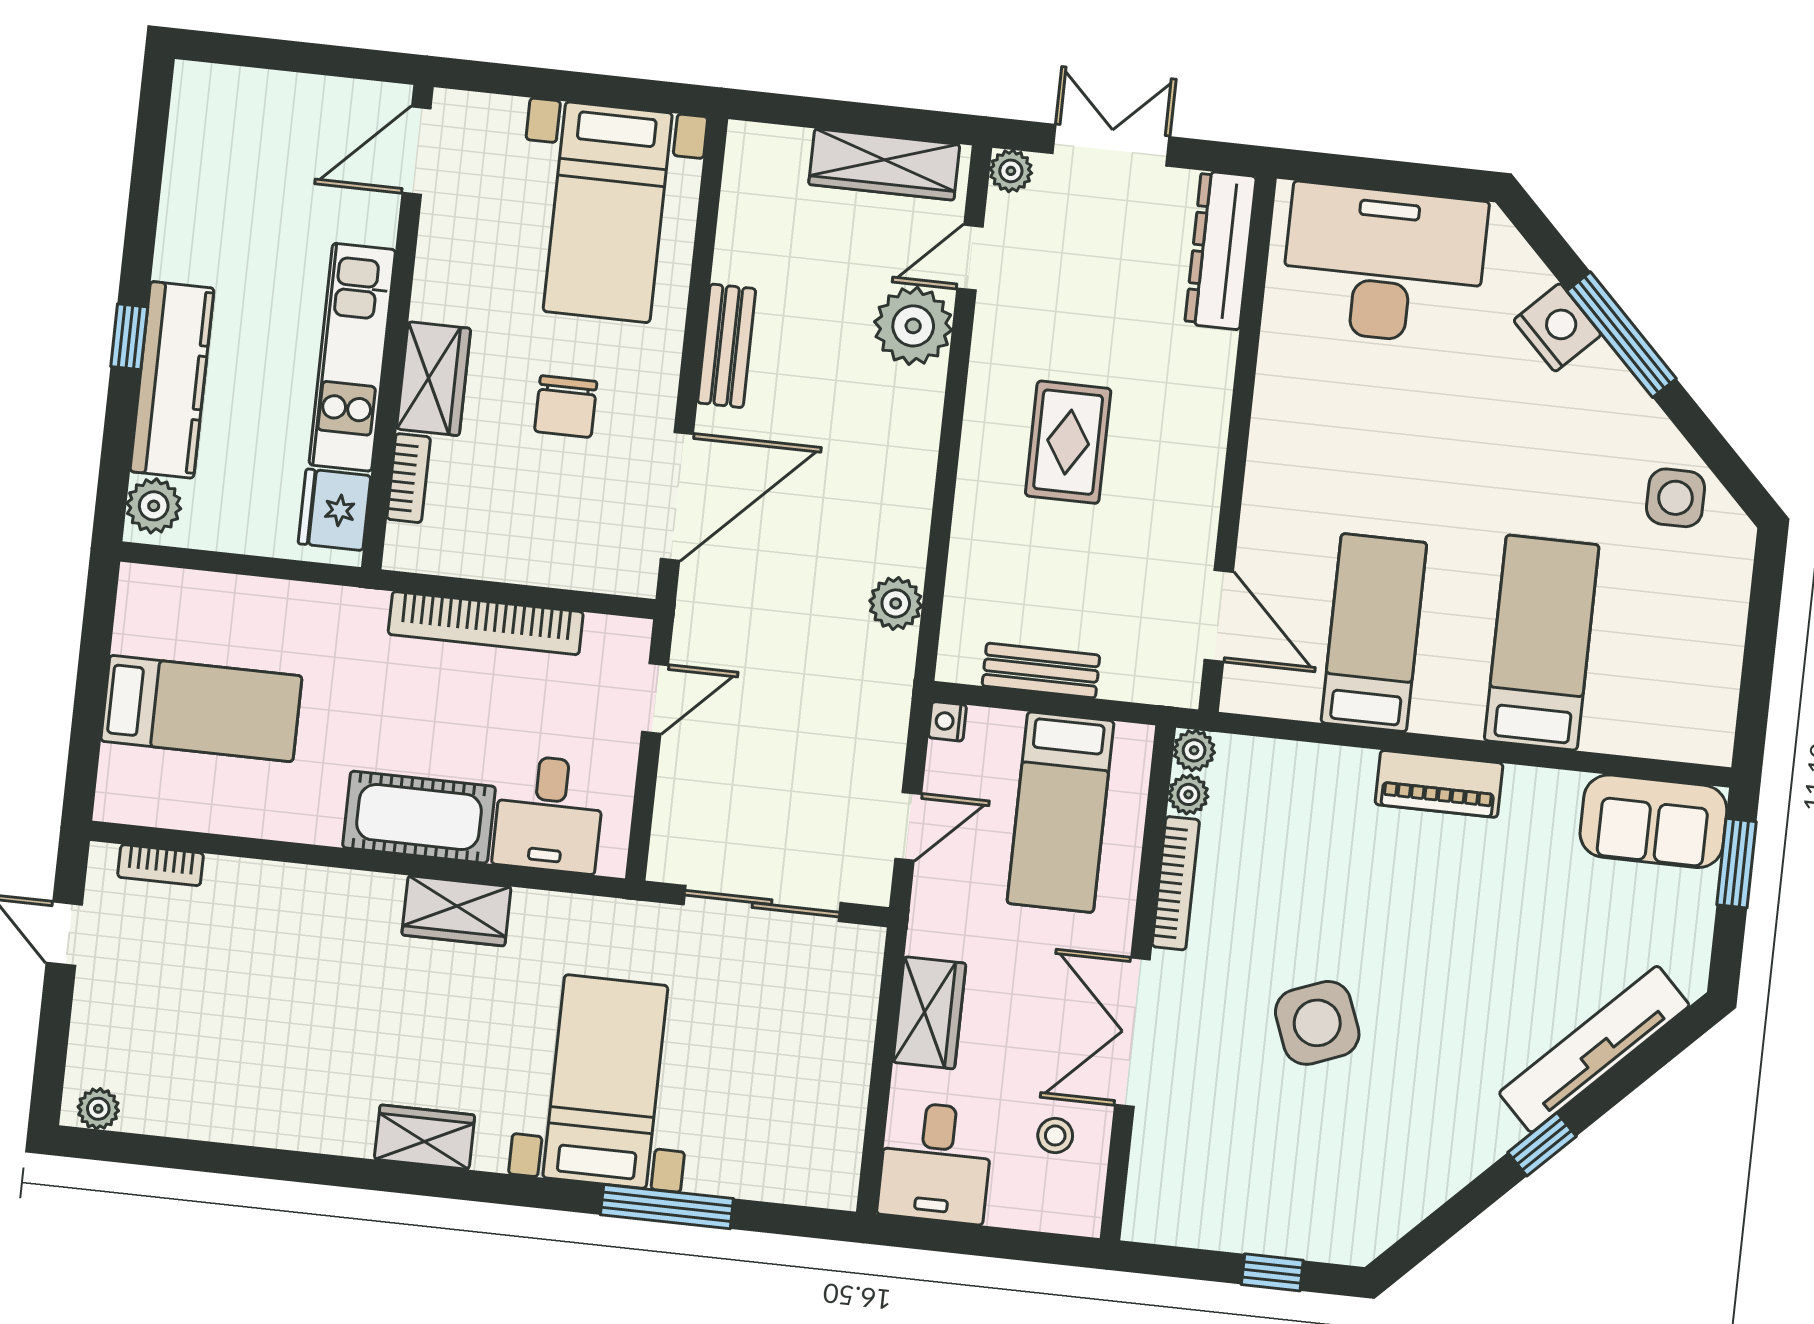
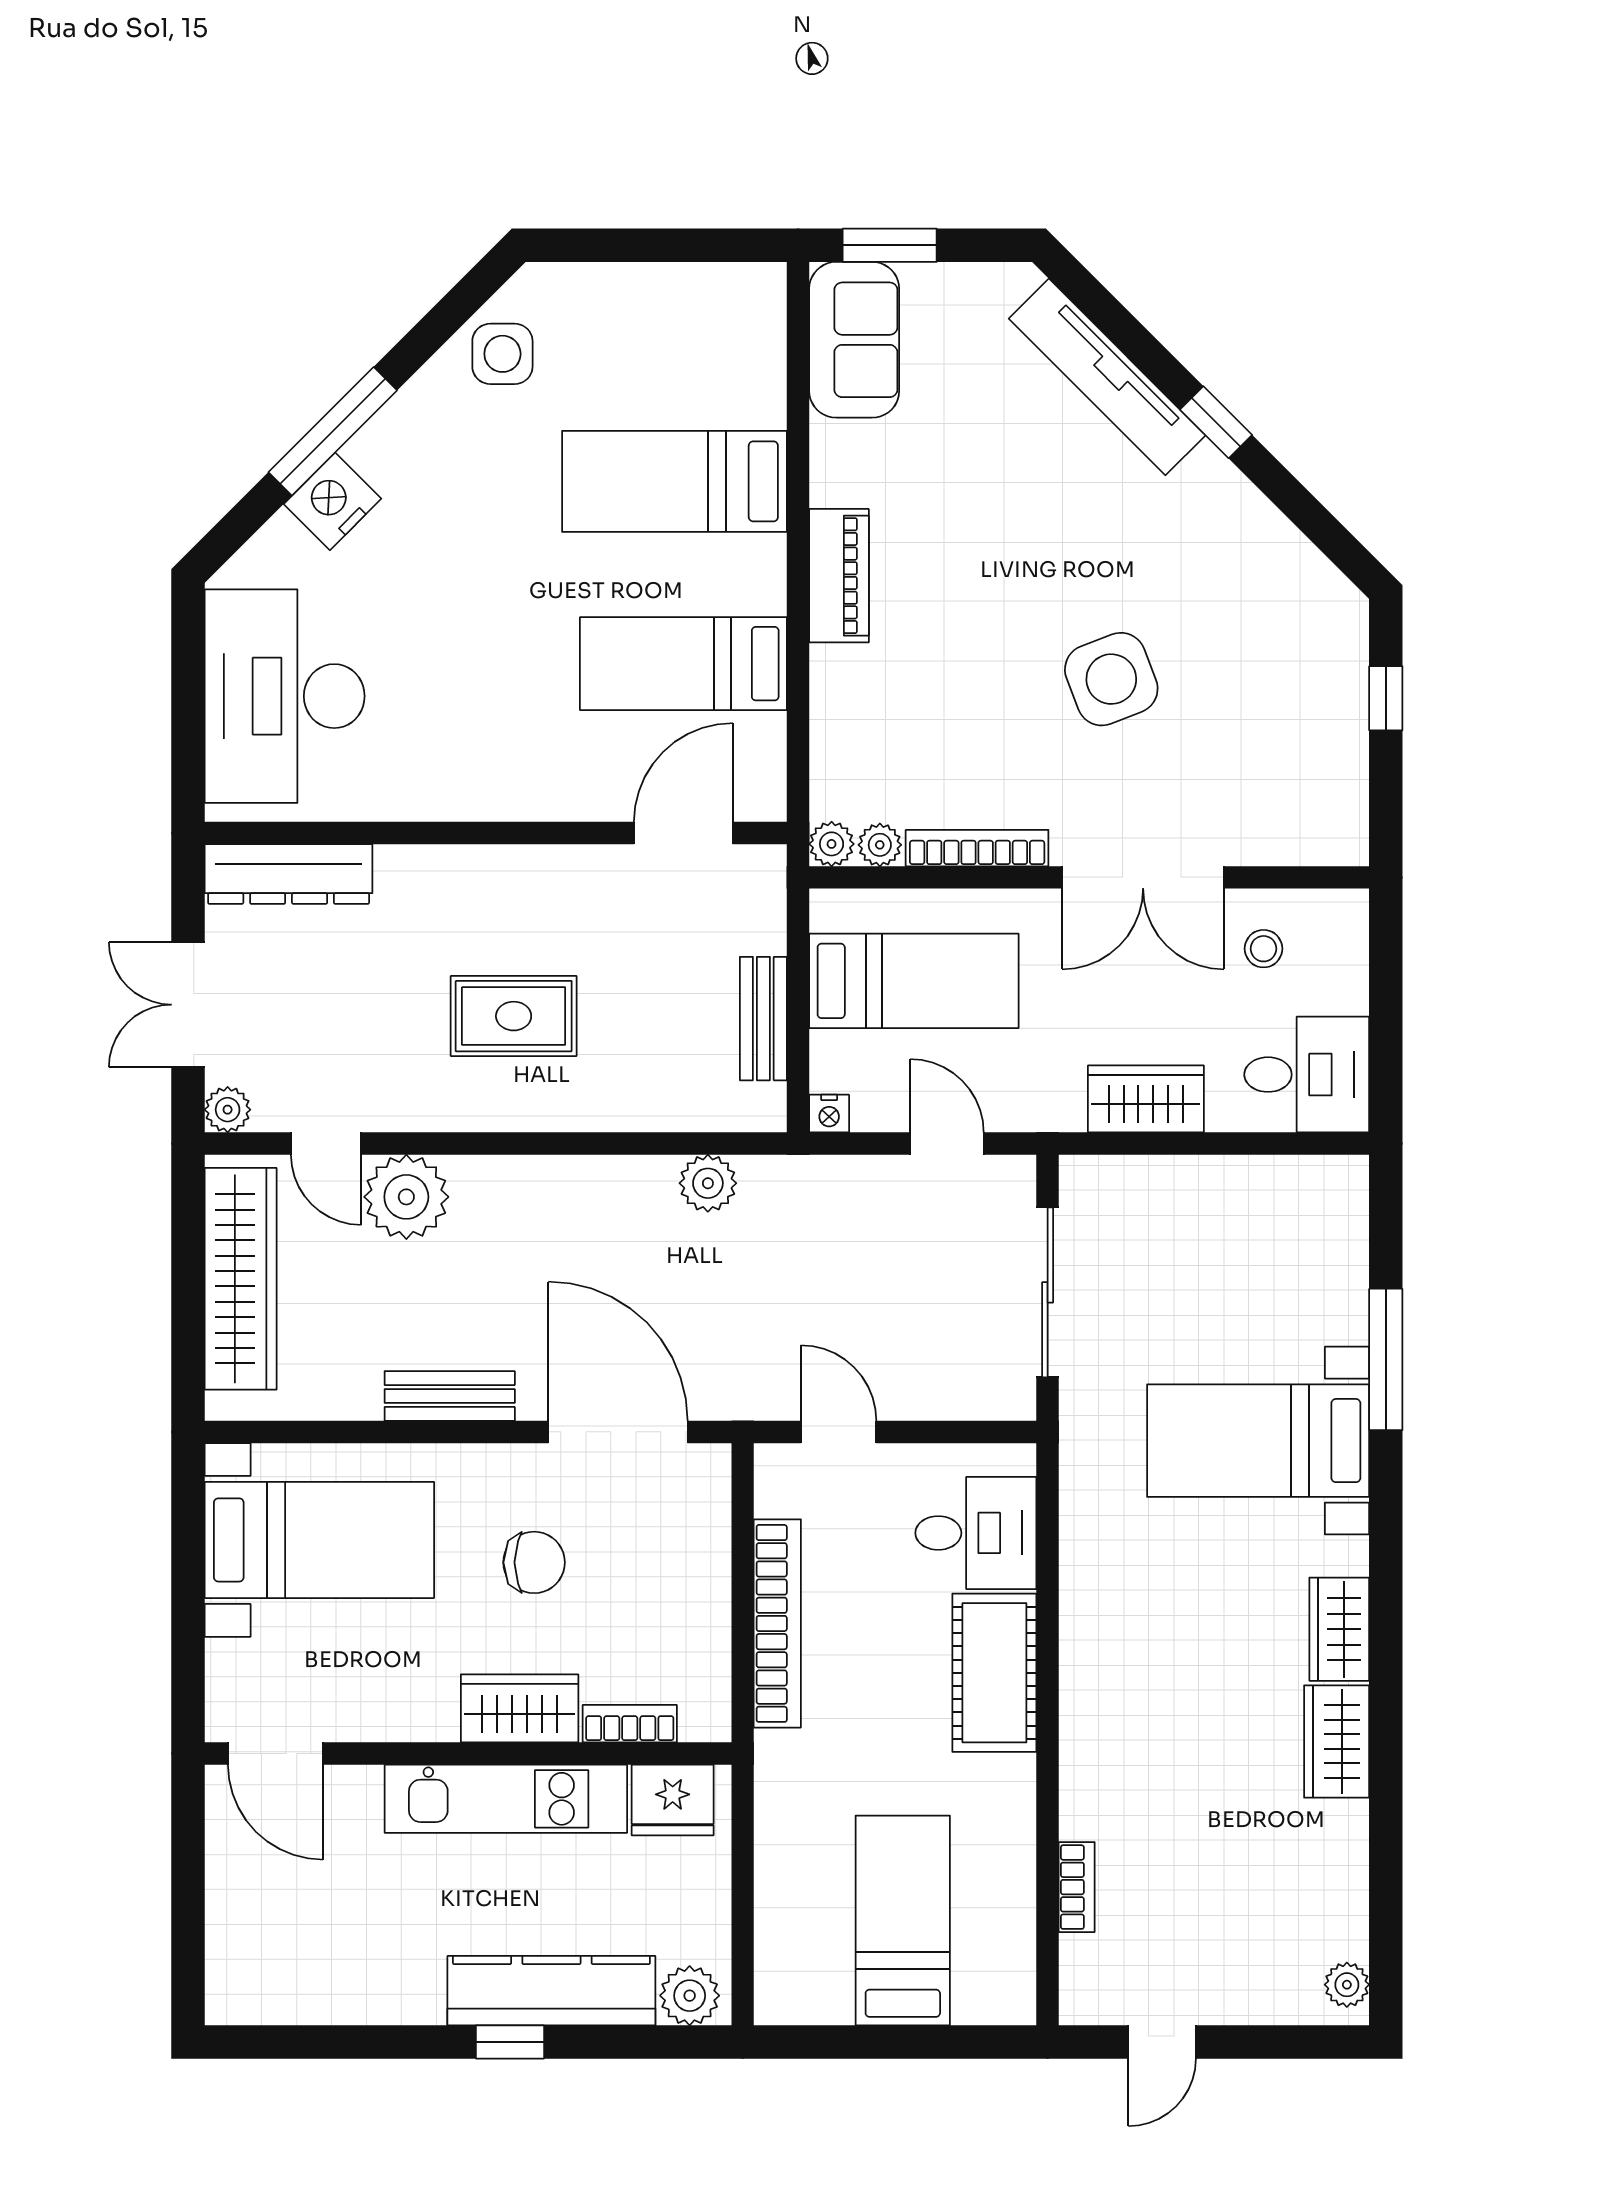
wardrobe: (884, 164) -> (241, 1279), width x1.40, depth x1.17
bookcase: (161, 865) -> (1077, 1887), moved
wardrobe: (456, 911) -> (1337, 1741), moved, turned 180

